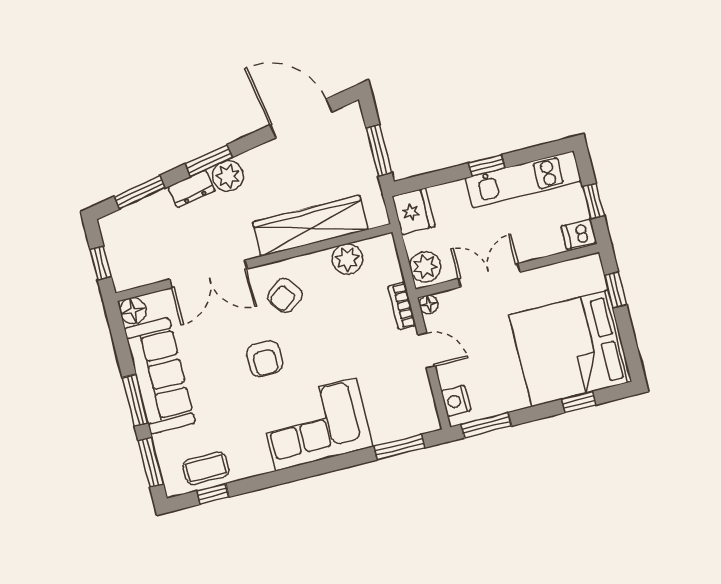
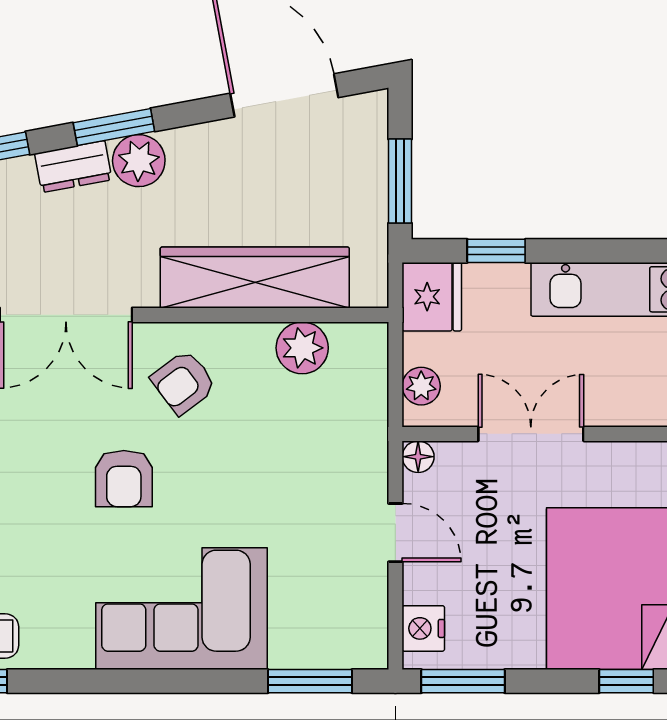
window: (487, 165) -> (496, 251), moved
plant: (425, 267) -> (421, 386), width x0.73, depth x0.73
bookcase: (402, 306) -> (373, 448), removed

